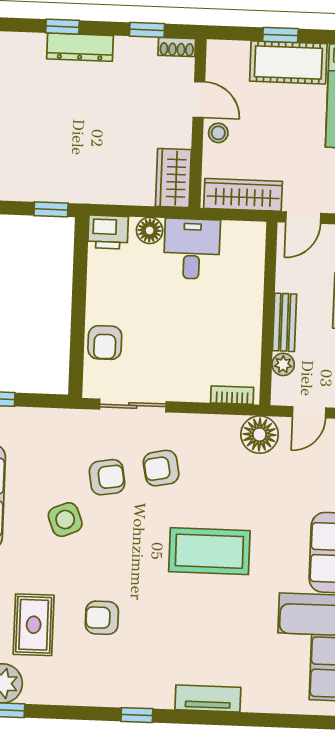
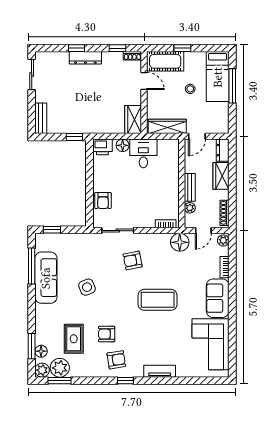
cot: (288, 62) -> (165, 61), moved
stool: (218, 133) -> (190, 89), moved
armchair: (107, 477) -> (116, 360), moved

